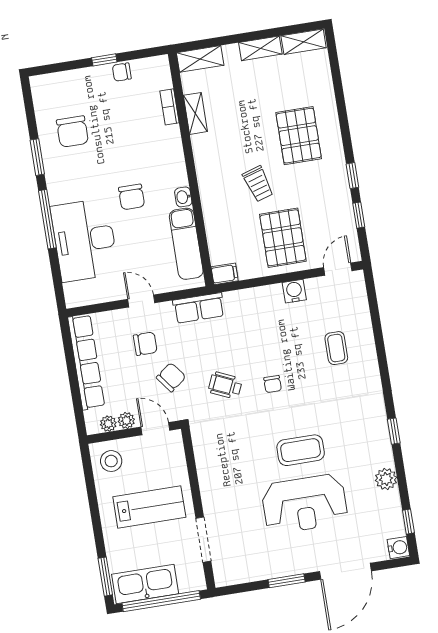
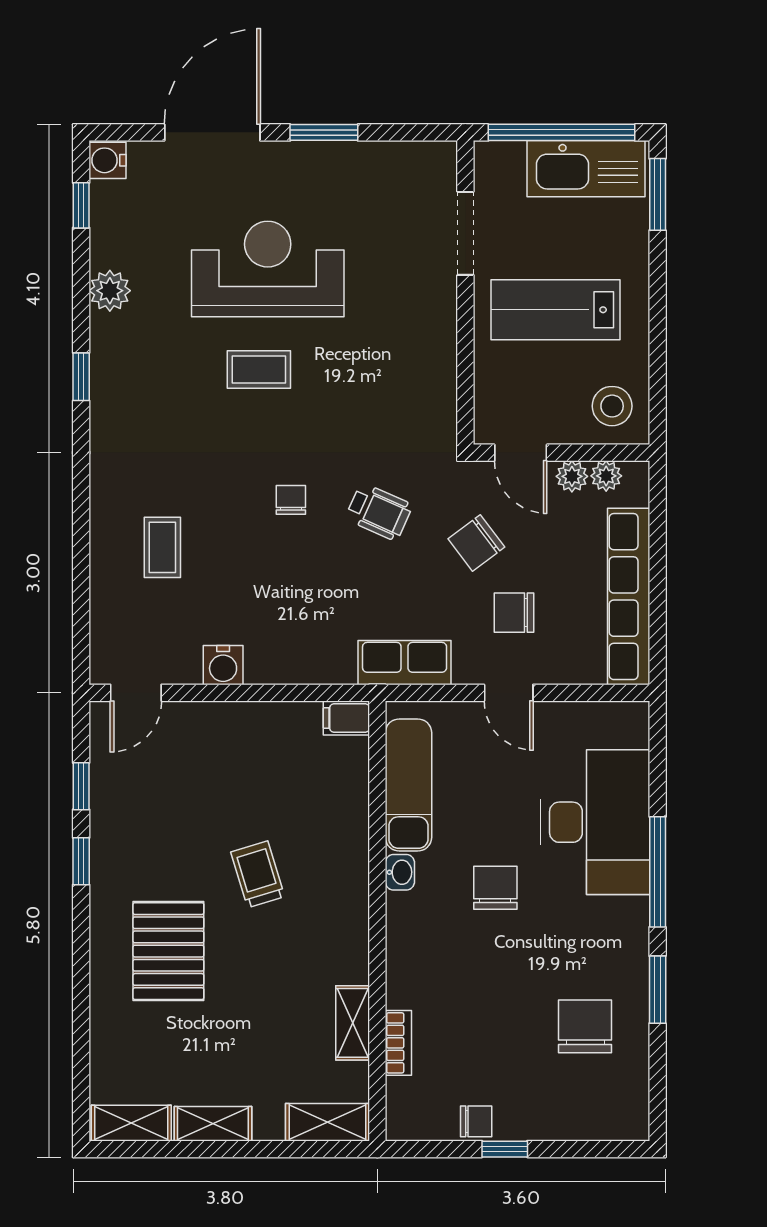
pallet: (283, 238) -> (228, 767), removed
coffee table: (301, 450) -> (259, 369), width x0.73, depth x0.77

